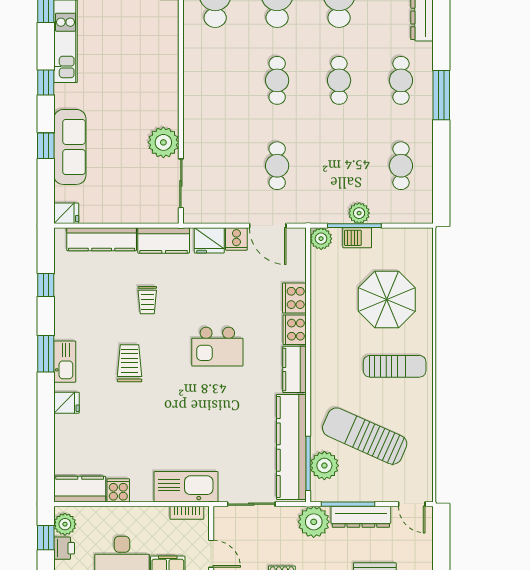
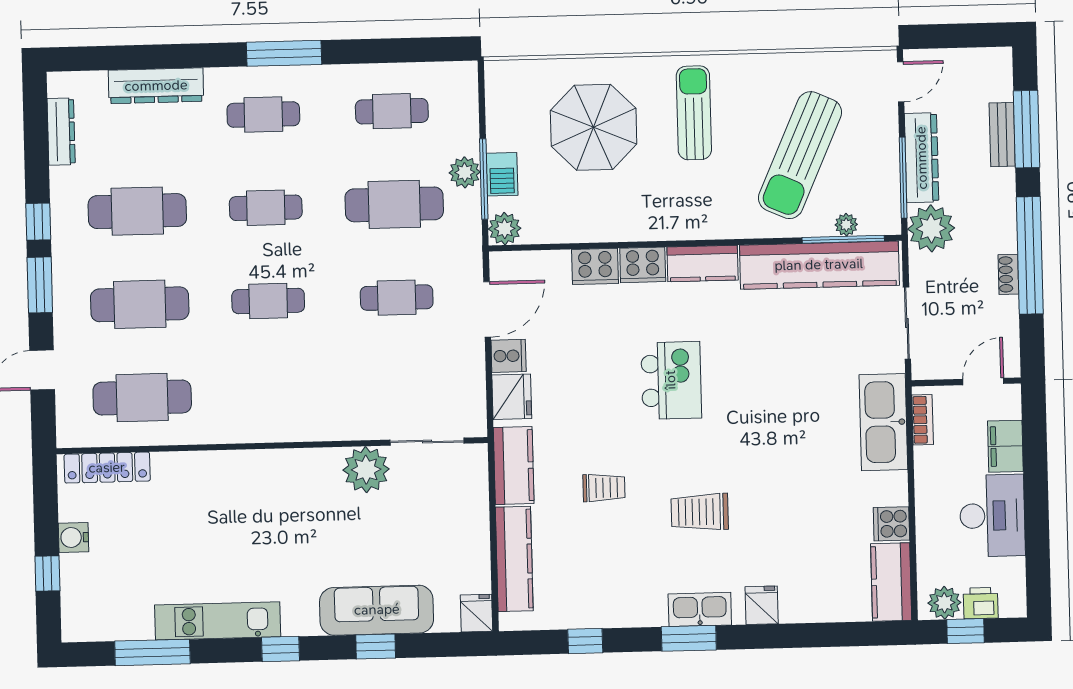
cafe table: (339, 166) -> (394, 204), added
plant: (324, 466) -> (846, 225), width x0.53, depth x0.53

